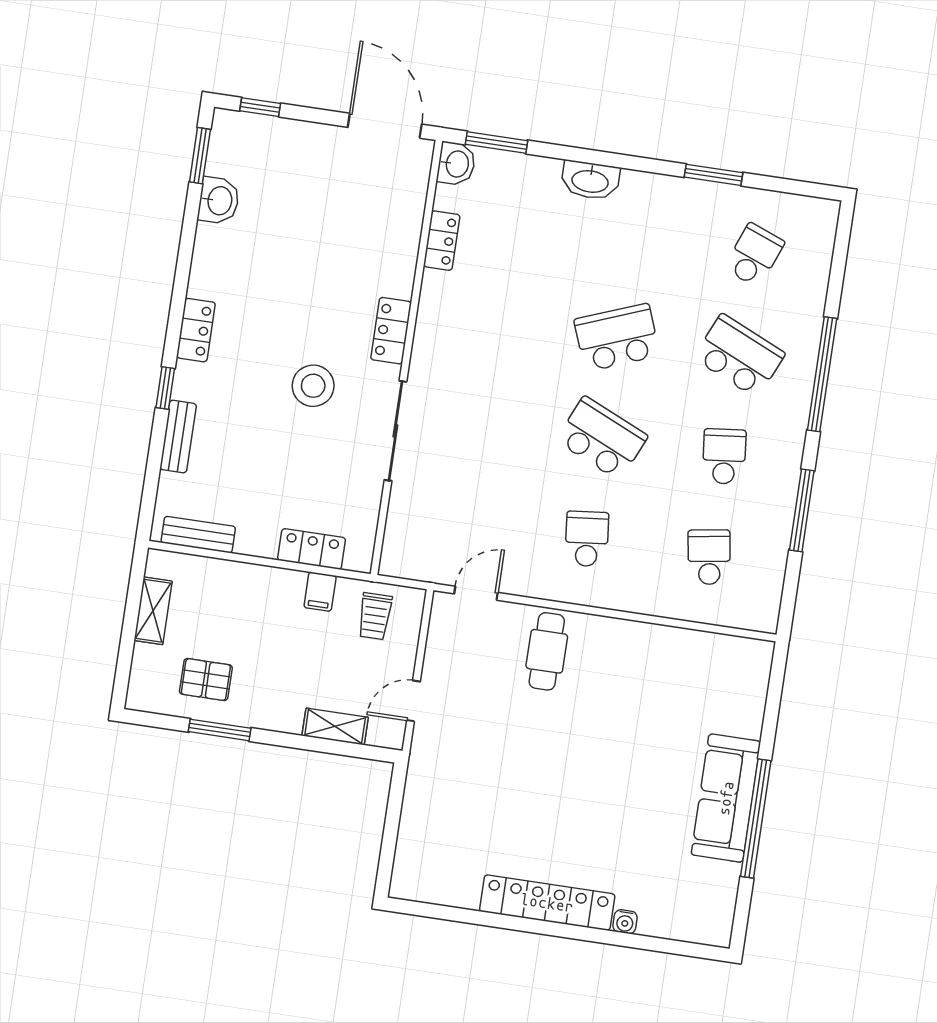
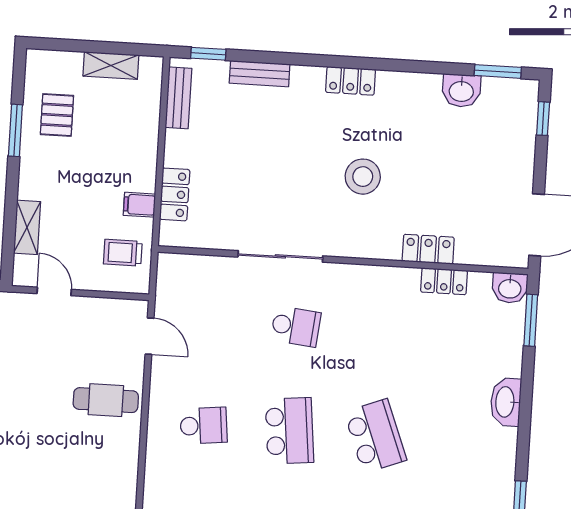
locker: (391, 331) -> (428, 249), moved
stool: (313, 386) -> (363, 177), moved
window: (165, 388) -> (208, 54), moved
school desk: (480, 420) -> (296, 326), added
school desk: (602, 438) -> (289, 431), turned -30

